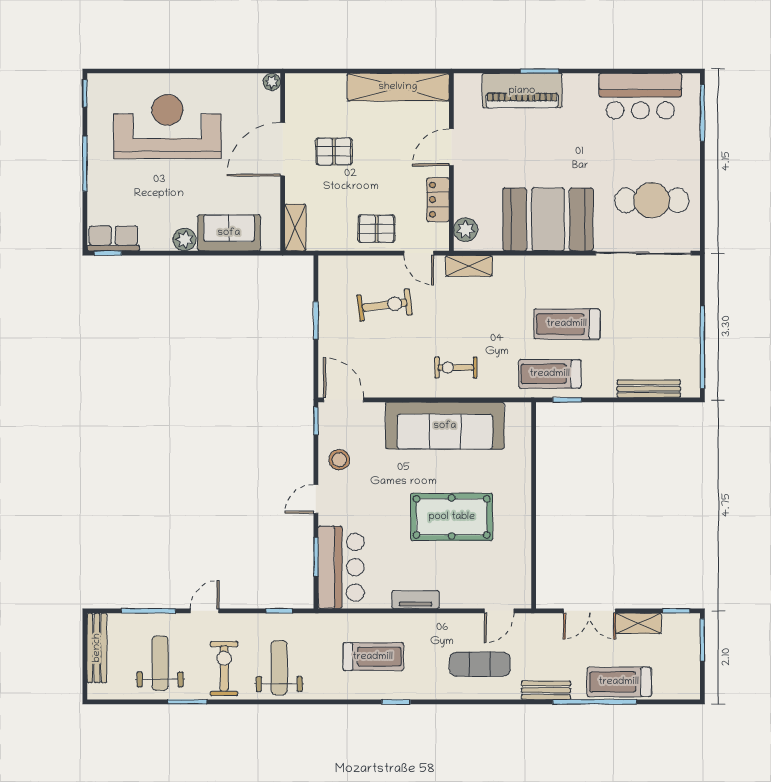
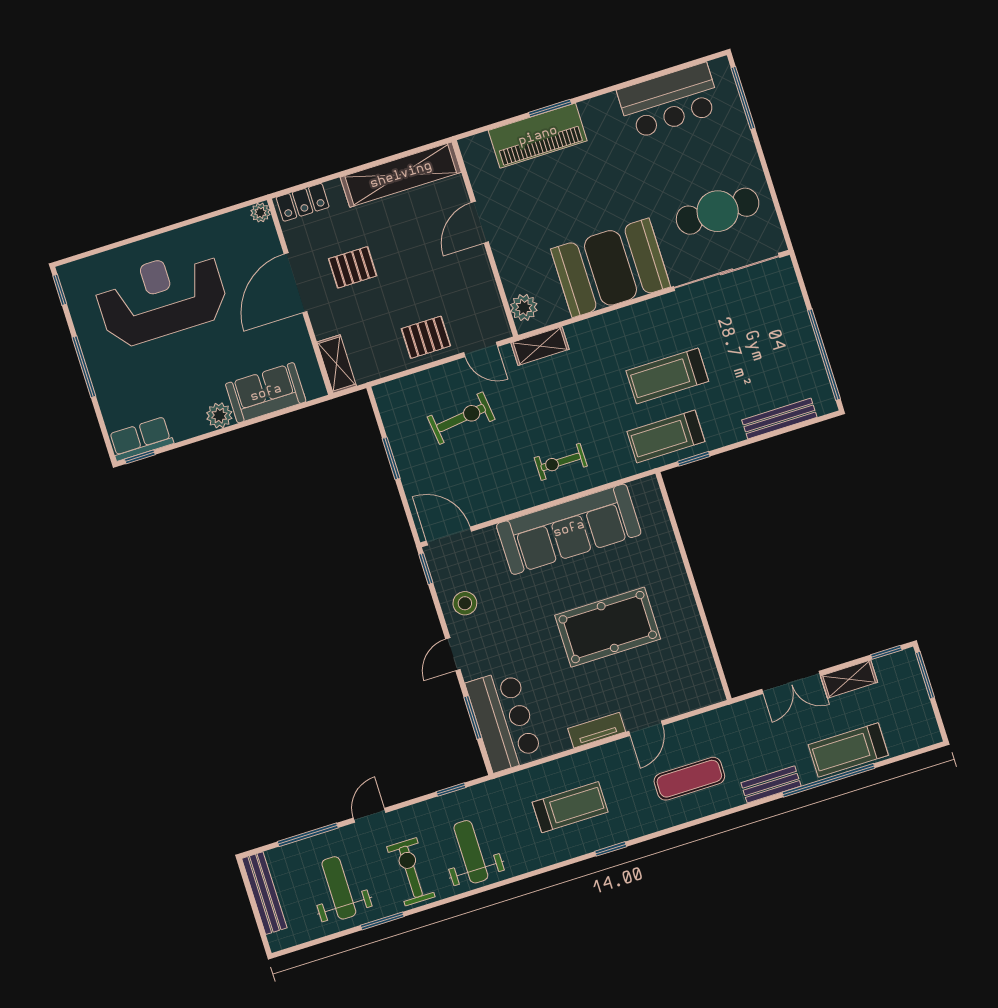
locker: (438, 200) -> (303, 202), moved, turned -90
door: (499, 611) -> (646, 728), moved

